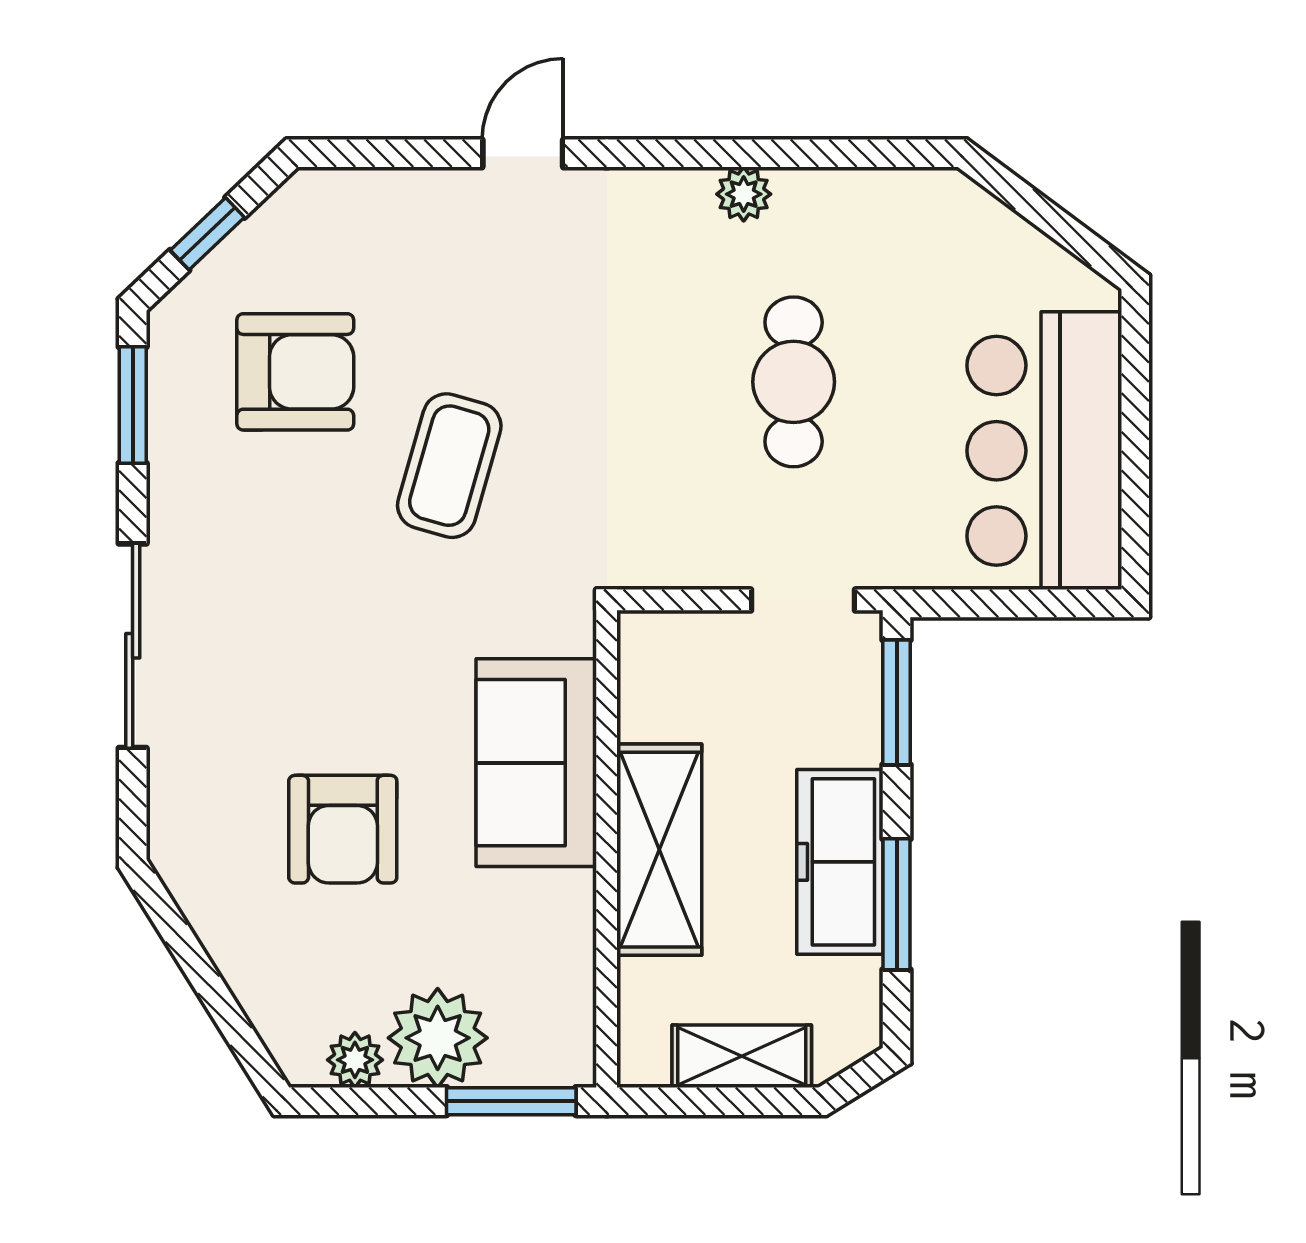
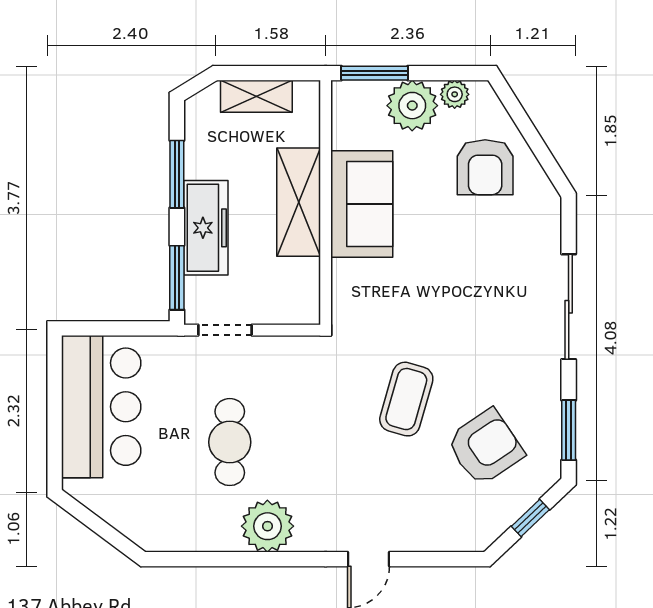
plant: (744, 194) -> (267, 526), width x1.88, depth x1.88
armchair: (295, 372) -> (485, 447), turned 146
sofa: (536, 763) -> (362, 204), moved
armchair: (343, 829) -> (485, 167), moved, turned 180
freezer: (840, 862) -> (206, 228), moved

